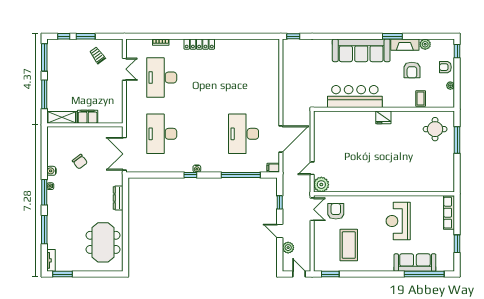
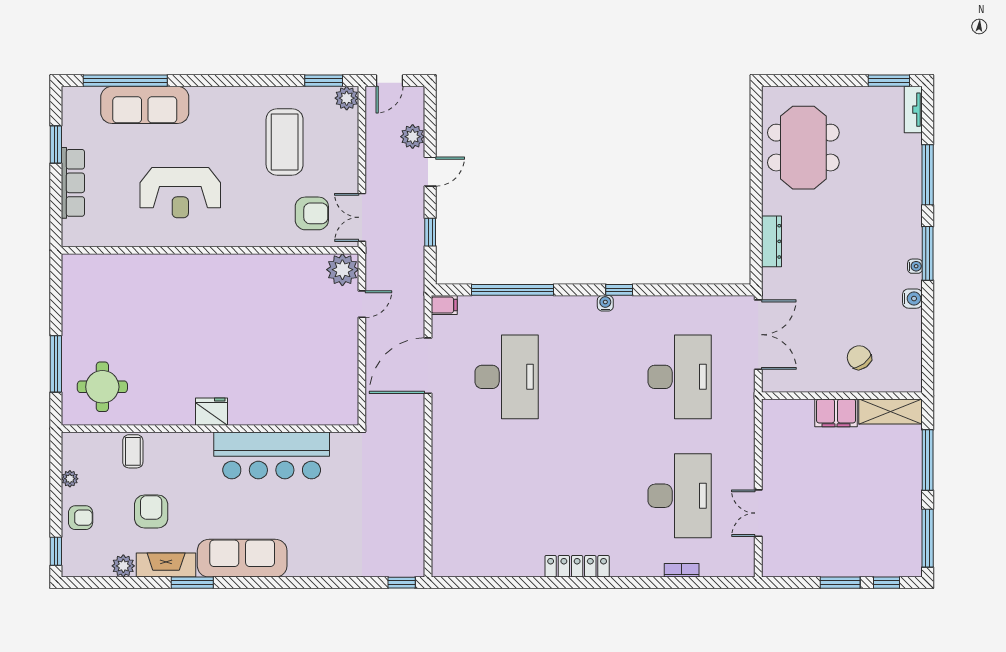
locker: (199, 44) -> (577, 566), moved
sofa: (361, 50) -> (242, 558), width x0.74, depth x0.79
trolley: (97, 55) -> (815, 543), removed
chair: (80, 162) -> (859, 358), moved
armchair: (336, 211) -> (312, 213), turned -90
row of seats: (449, 213) -> (73, 183), moved
reception desk: (398, 221) -> (180, 193), turned 90
door: (280, 231) -> (430, 172), hinge flipped
plant: (319, 266) -> (347, 98), added
door: (299, 274) -> (390, 81), hinge flipped

